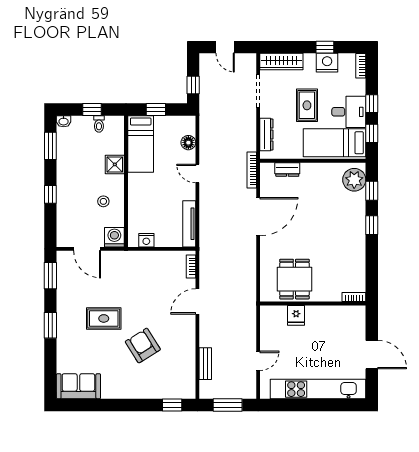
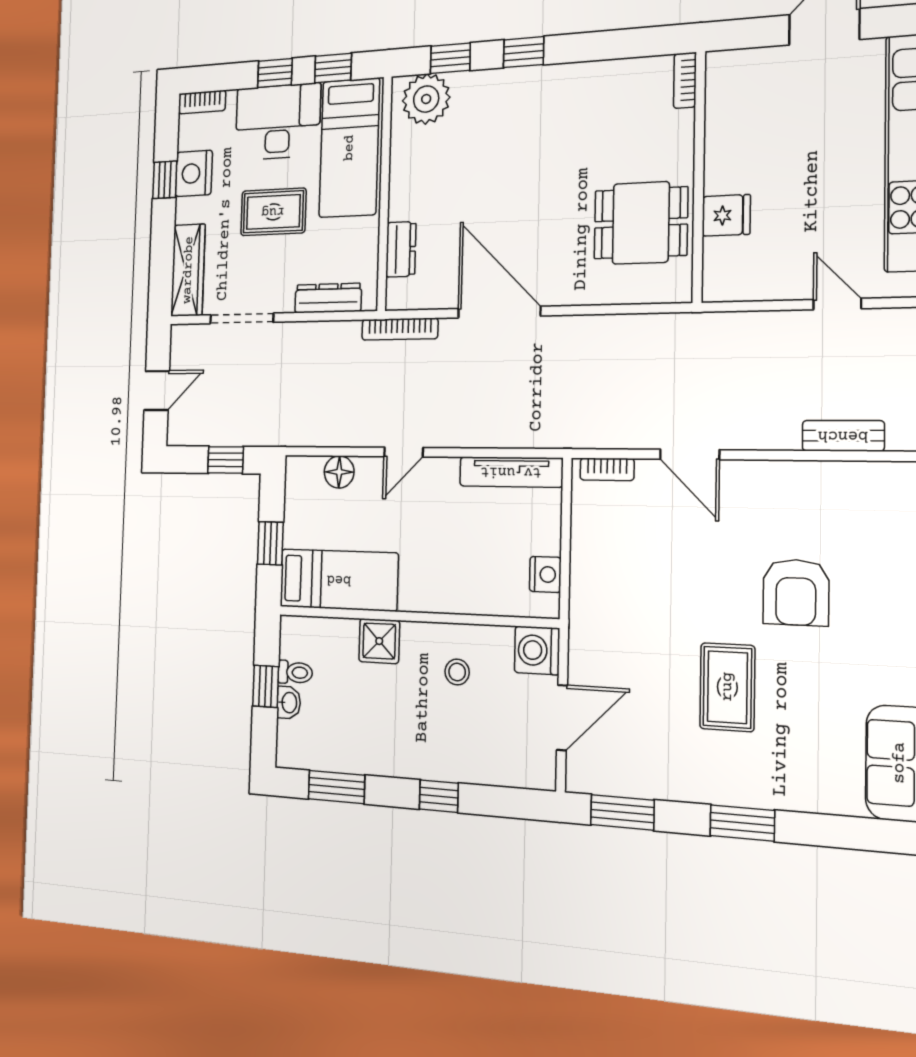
desk: (349, 112) -> (278, 122), width x1.37
washbasin: (64, 121) -> (289, 703), moved
armchair: (143, 346) -> (796, 592), turned -58

